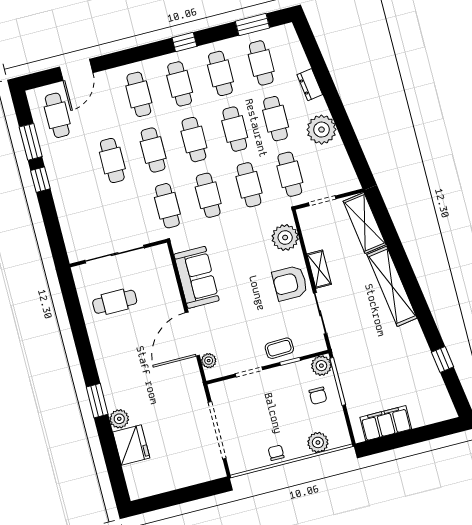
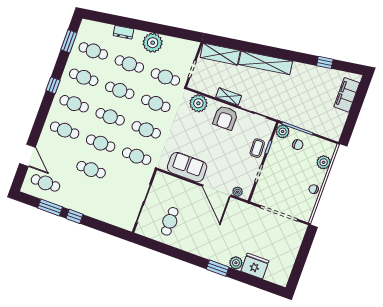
filing cabinet: (386, 423) -> (347, 95), moved

